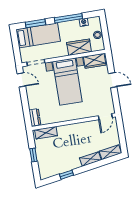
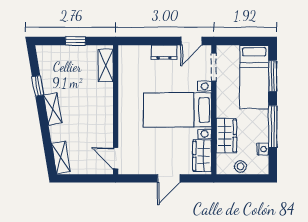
dresser: (35, 117) -> (164, 52), moved
shelving: (90, 159) -> (53, 109), moved

